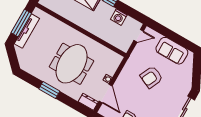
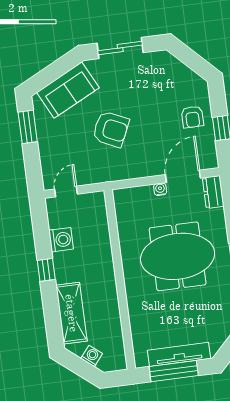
door: (139, 36) -> (66, 192), hinge flipped
window: (181, 41) -> (28, 127), added
sofa: (172, 51) -> (68, 90), moved, turned 63

